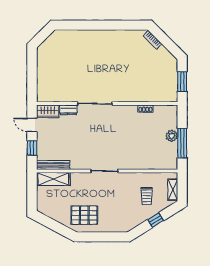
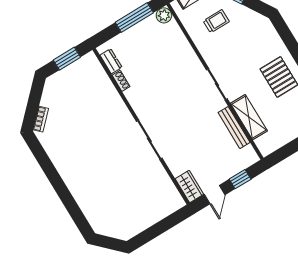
dresser: (68, 110) -> (111, 61), moved
plant: (172, 136) -> (164, 15), moved
bench: (53, 165) -> (234, 128), moved
shelving: (53, 179) -> (249, 117), moved

